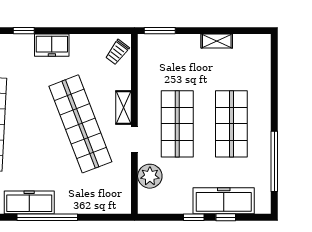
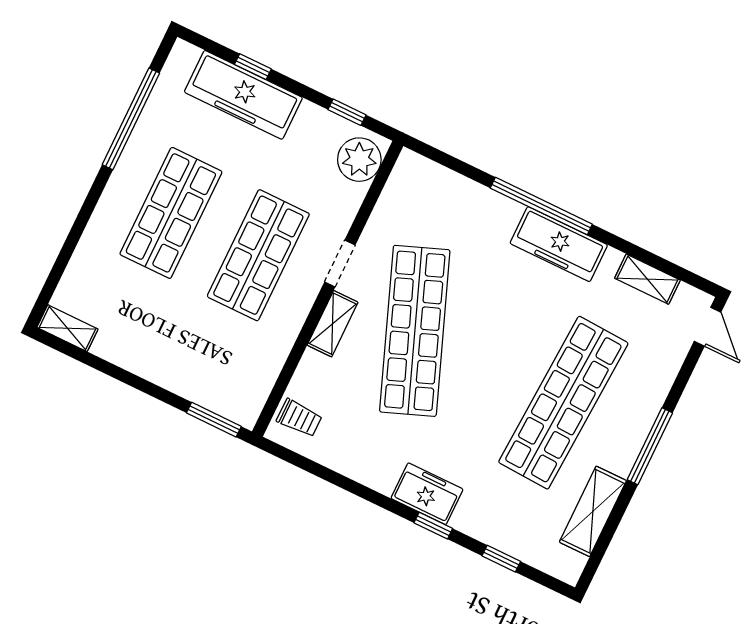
shelving: (217, 41) -> (67, 328), moved
freezer: (52, 45) -> (427, 494), moved
trolley: (117, 52) -> (299, 418), turned 53
plant: (150, 176) -> (359, 160), moved
window: (194, 217) -> (347, 112), moved

